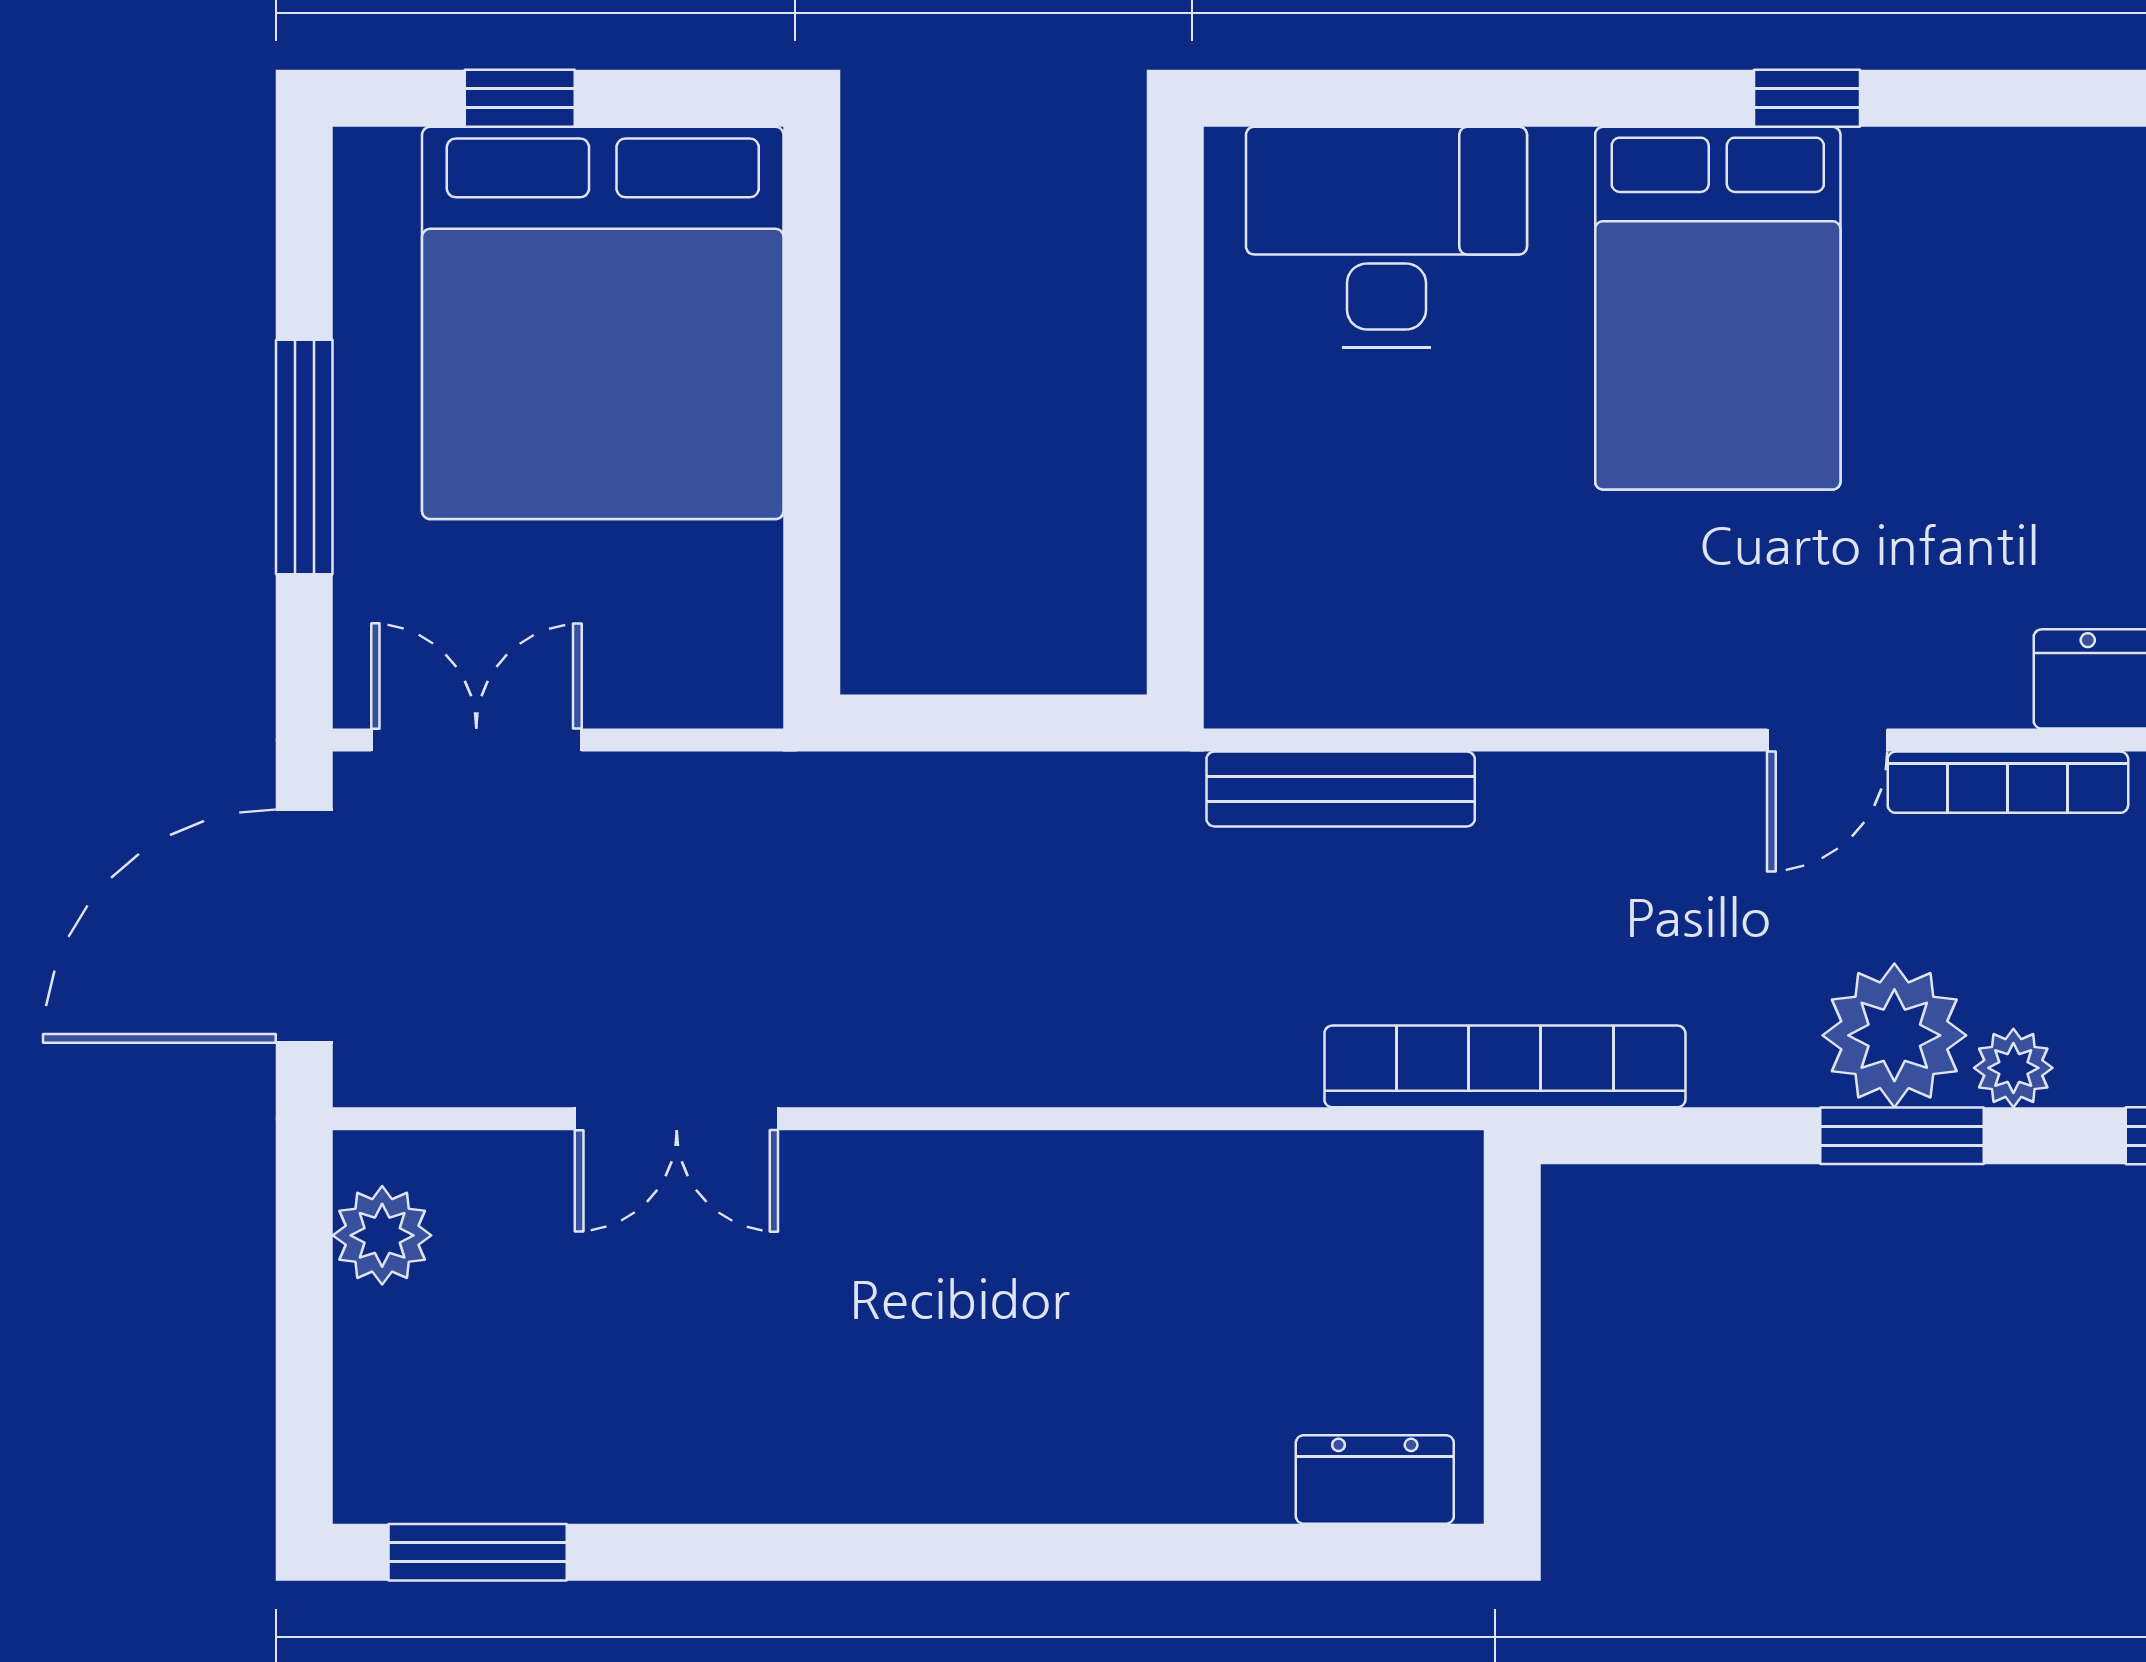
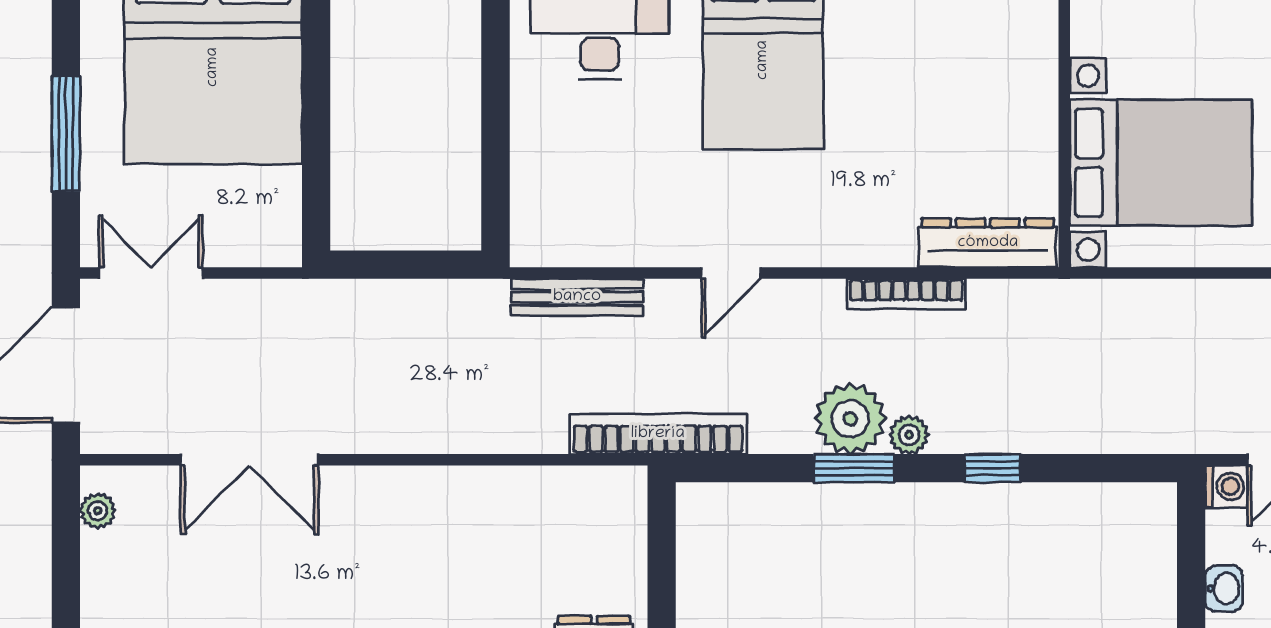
door: (1827, 740) -> (731, 273), moved
double door: (677, 1119) -> (250, 460), width x1.37
plant: (382, 1235) -> (98, 511), width x0.73, depth x0.73

